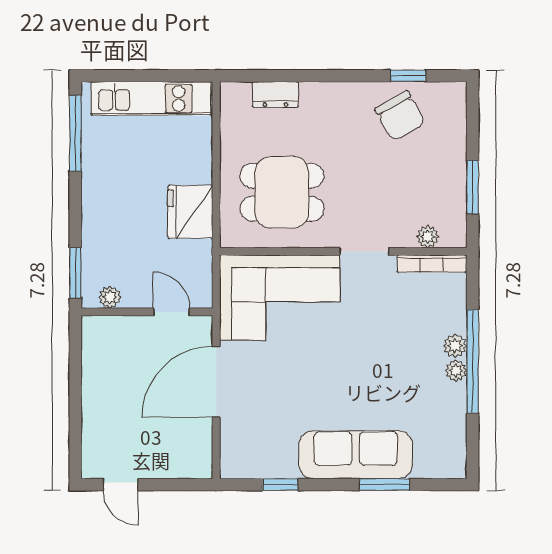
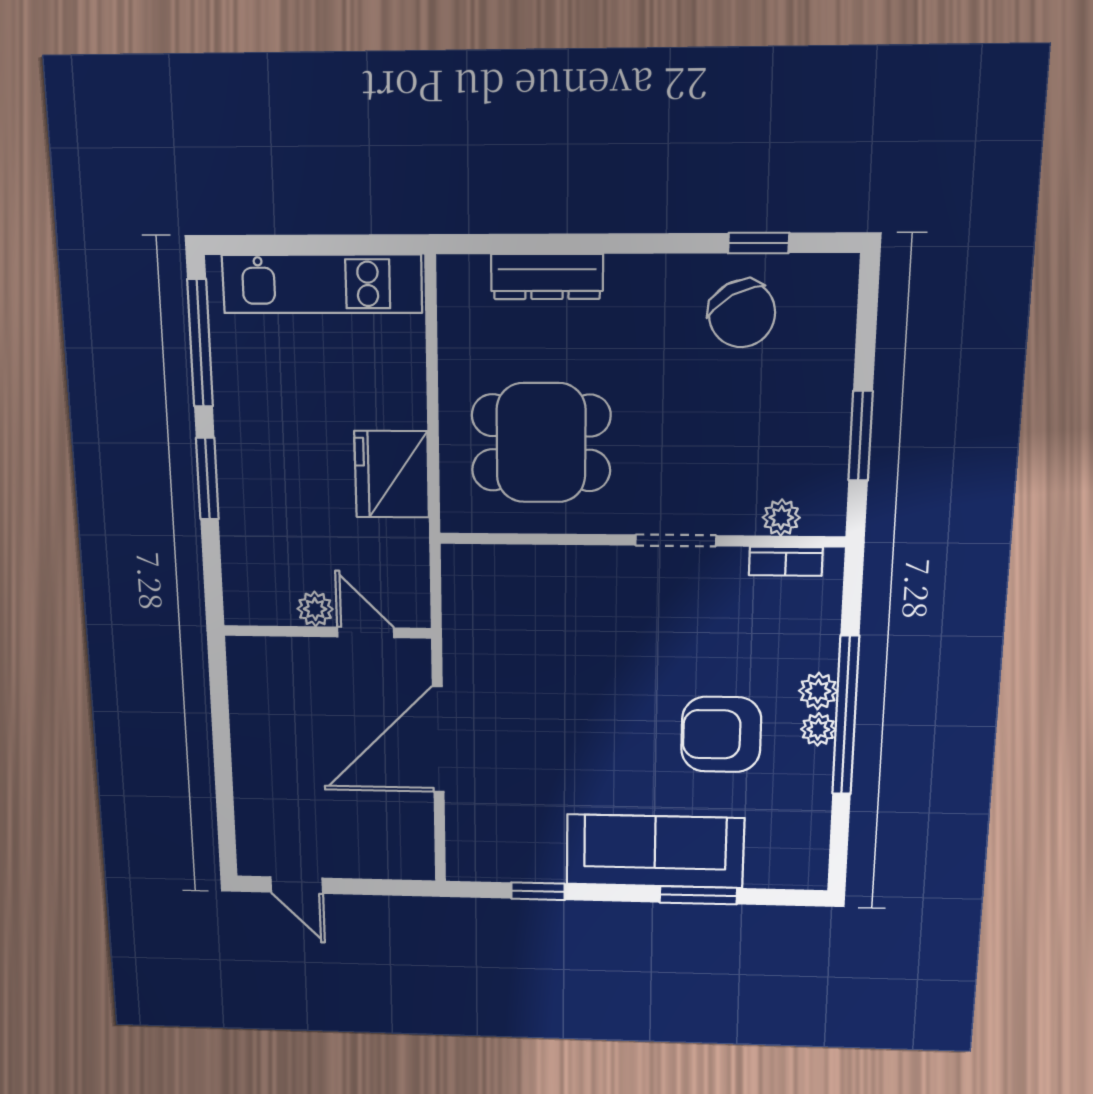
dresser: (275, 94) -> (547, 277), width x1.44
bookcase: (432, 264) -> (786, 561), width x0.64
window: (75, 273) -> (207, 479), moved
plant: (110, 297) -> (315, 609), moved
corner sofa: (280, 298) -> (537, 612), removed
armchair: (396, 375) -> (721, 734), added

